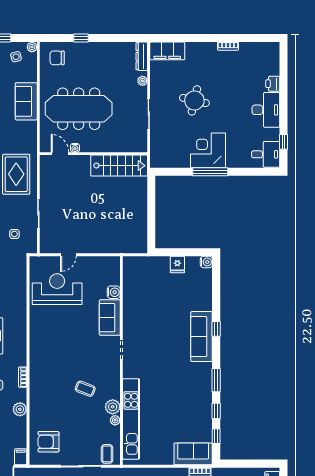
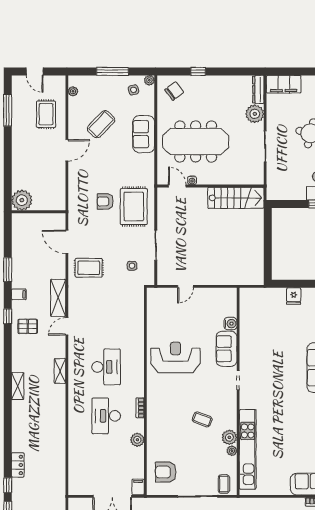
chair: (57, 58) -> (174, 91), turned 143
plant: (142, 81) -> (255, 114), width x1.88, depth x1.88
reception desk: (57, 289) -> (175, 357), moved

